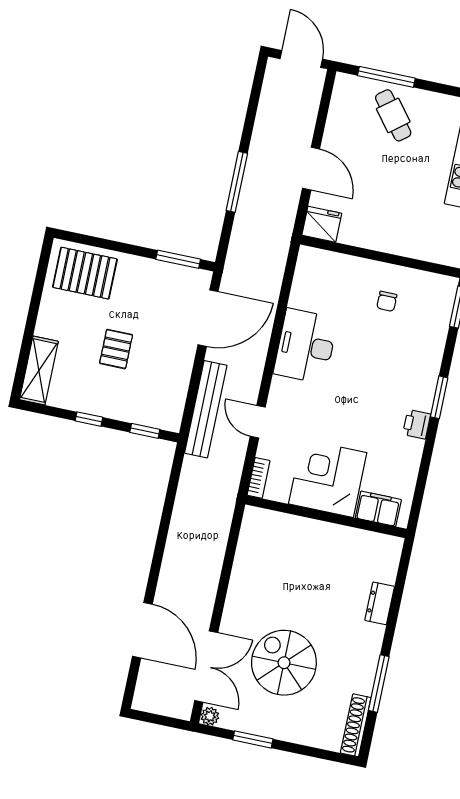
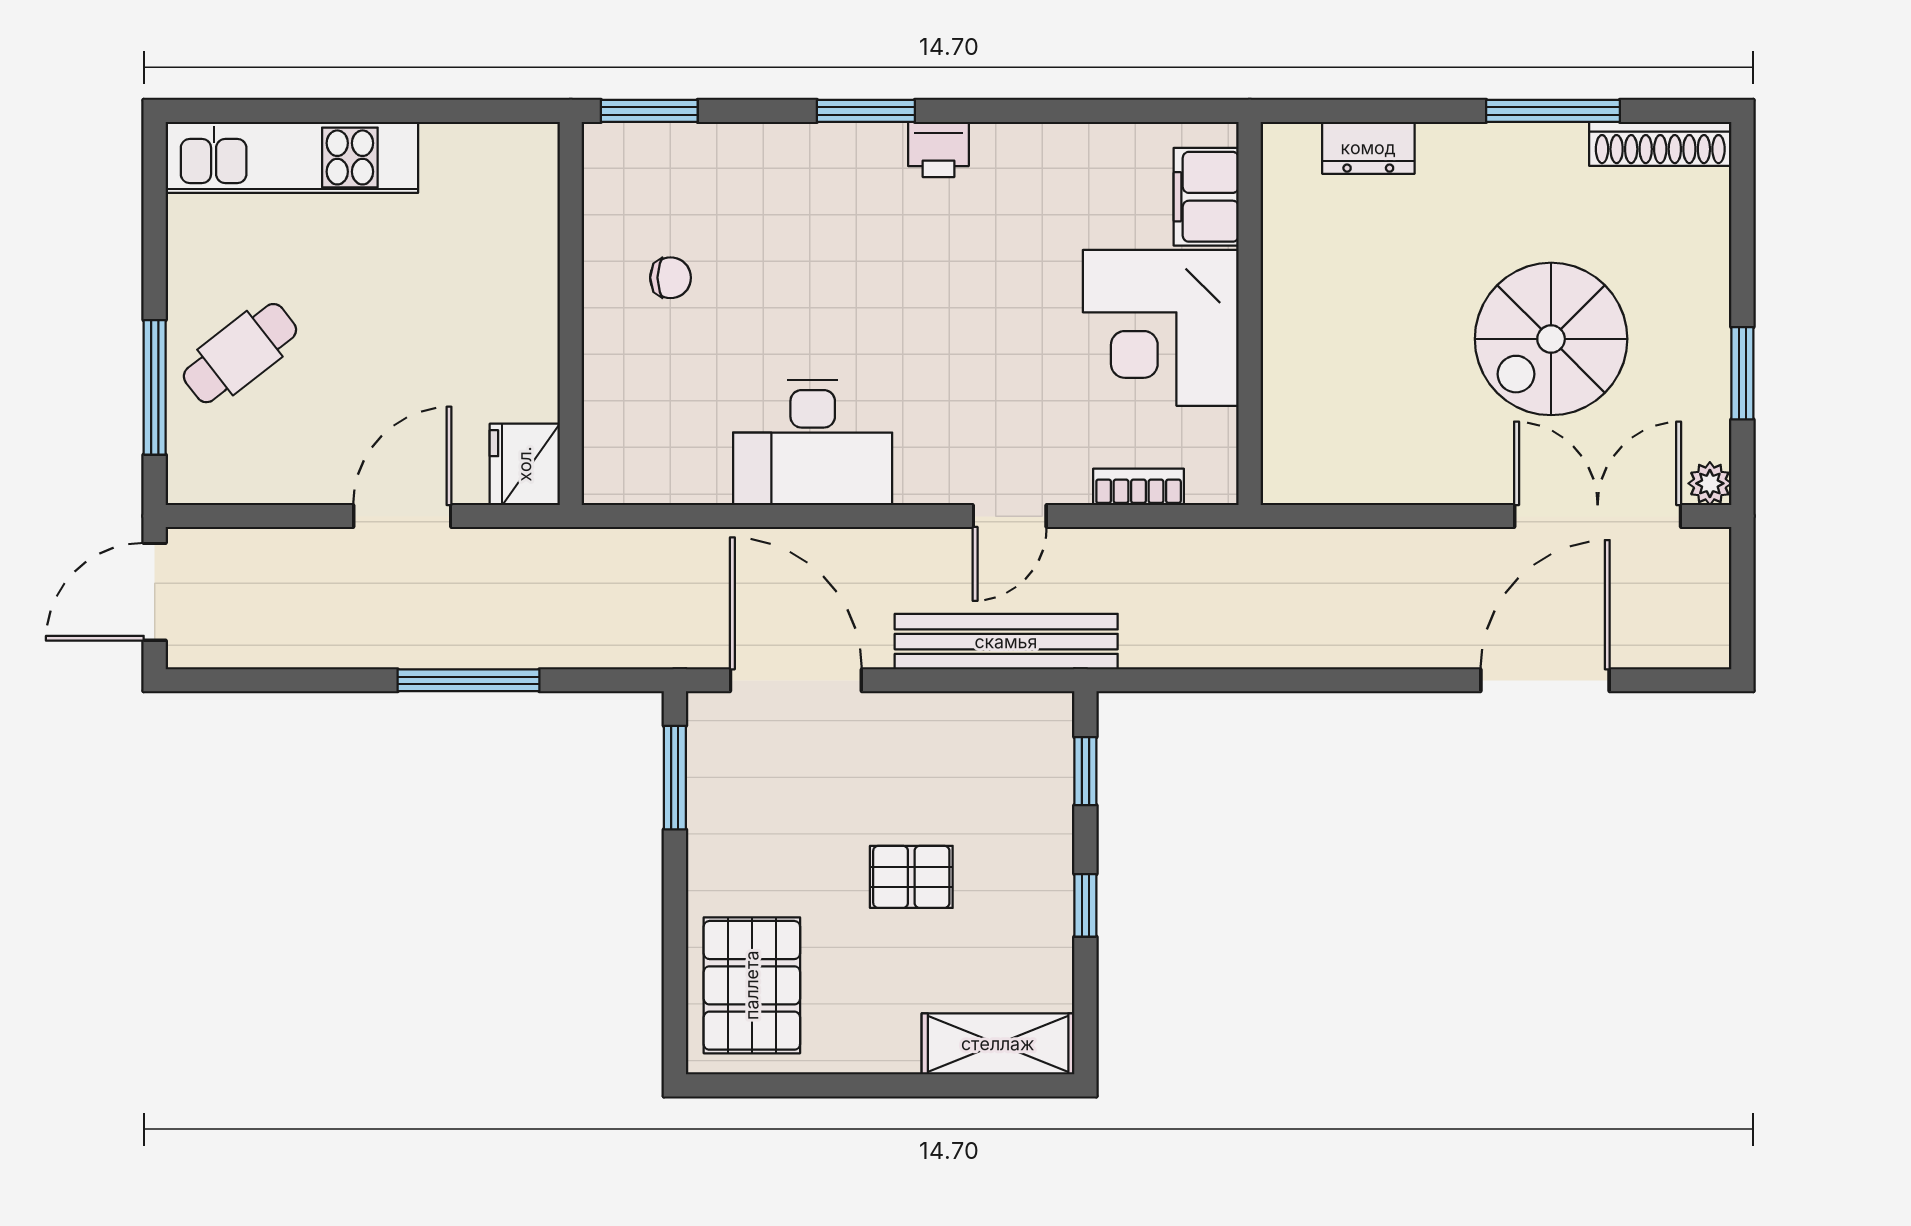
corner desk: (328, 478) -> (1161, 328), moved
filing cabinet: (378, 509) -> (1206, 197), moved
wall: (326, 517) -> (1250, 313), moved

